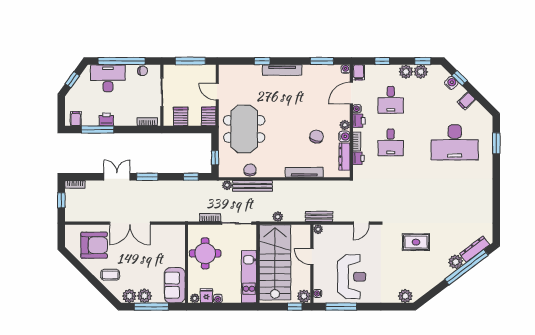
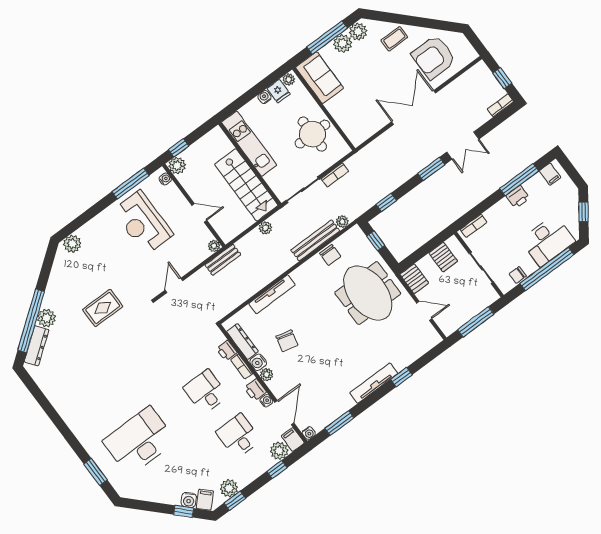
plant: (406, 72) -> (279, 451), moved
filing cabinet: (466, 101) -> (205, 500), moved
stairs: (275, 262) -> (246, 185), width x0.73, depth x0.66

